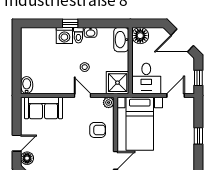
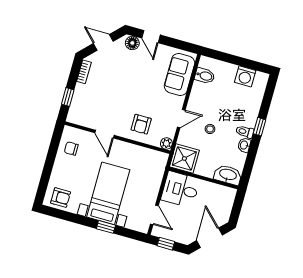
washing machine: (64, 35) -> (245, 76), moved, turned -90
floor lamp: (140, 36) -> (227, 196), removed
bidet: (27, 85) -> (205, 76), moved
bed with nightstands: (140, 124) -> (108, 193), moved, turned 90

